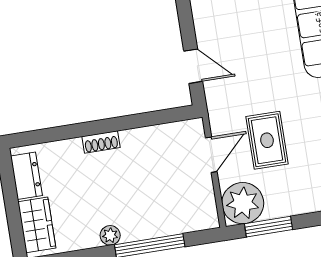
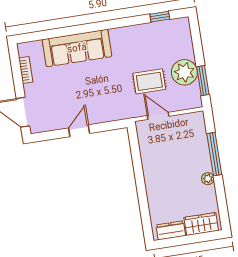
door: (193, 66) -> (79, 131), moved
shoe rack: (101, 142) -> (150, 184), removed
plant: (243, 203) -> (184, 72), moved

